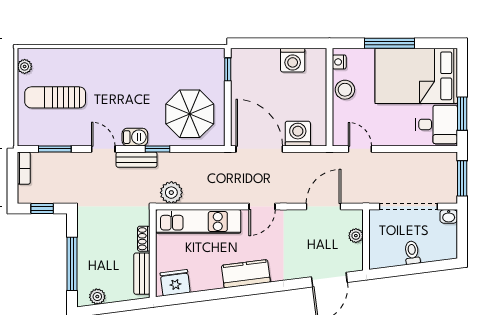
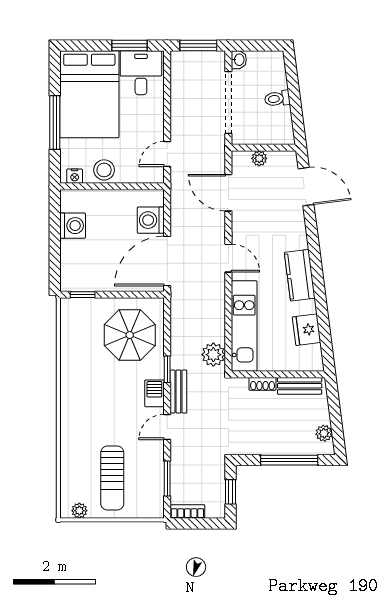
fridge: (175, 283) -> (307, 330), moved

